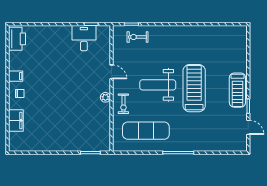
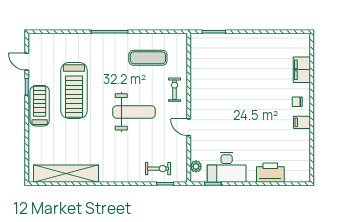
shelving: (215, 33) -> (66, 174), added
desk: (84, 38) -> (227, 167), width x1.37
printer: (17, 39) -> (270, 173), moved, turned 90
treadmill: (194, 88) -> (74, 90), moved
plant: (105, 97) -> (196, 166), moved
exercise mat: (146, 131) -> (148, 58), width x0.73, depth x0.69

